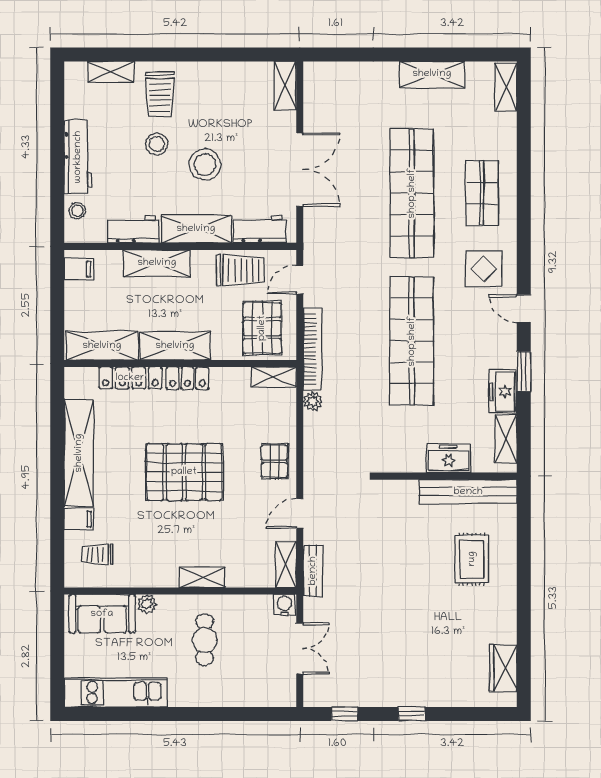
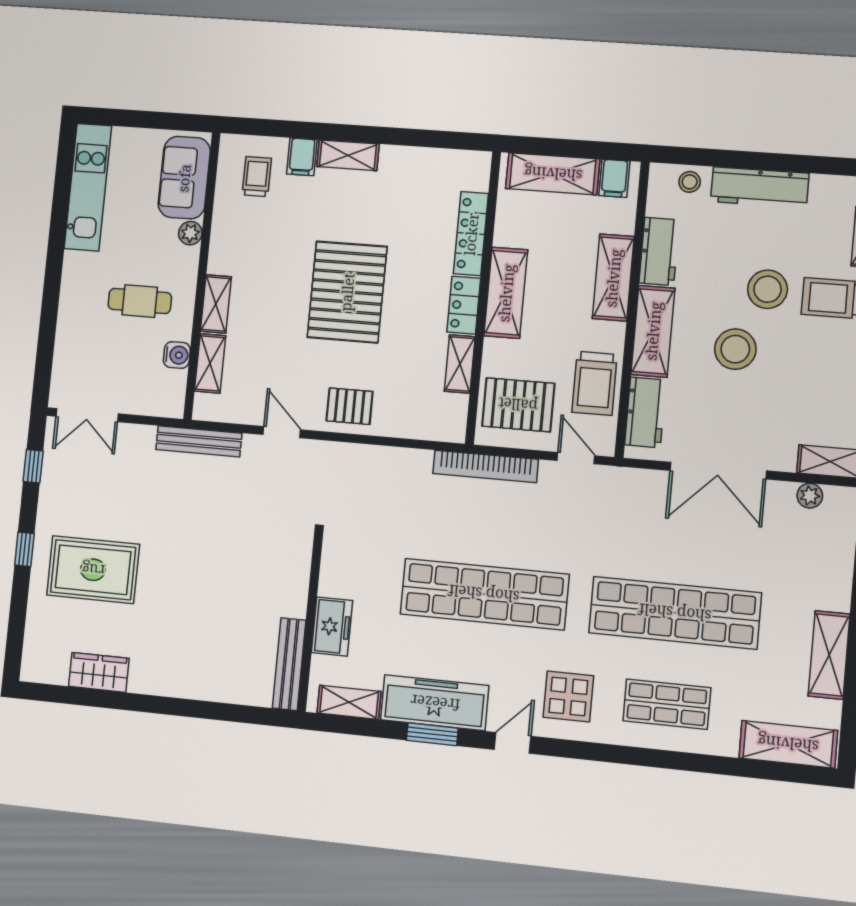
shelving: (506, 87) -> (788, 744), width x1.50, depth x1.33
stool: (157, 144) -> (768, 289), width x1.38, depth x1.38
shelving: (102, 346) -> (553, 174), moved, turned 90
shelving: (274, 377) -> (460, 364), moved
freezer: (503, 391) -> (435, 703), width x1.91, depth x1.26
plant: (313, 401) -> (810, 496), moved
shelving: (79, 453) -> (348, 155), width x0.45, depth x0.75
bench: (468, 492) -> (289, 664), width x0.73, depth x0.82
rug: (472, 559) -> (93, 570), moved, width x1.36, depth x1.43
shelving: (286, 564) -> (210, 363), moved, turned 90
bench: (313, 571) -> (199, 441), width x1.36
water cooler: (284, 605) -> (177, 355), moved
double door: (300, 648) -> (87, 415), moved
wardrobe: (503, 668) -> (99, 672), moved

